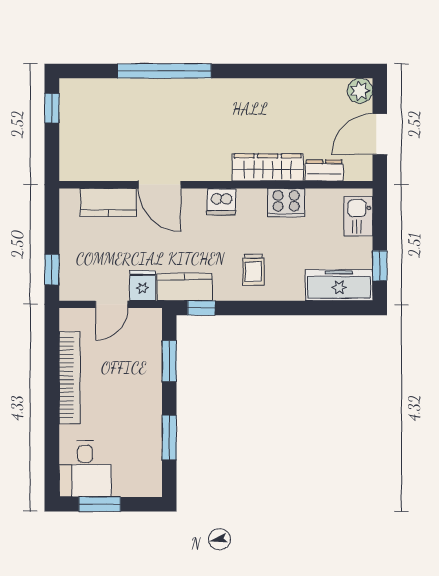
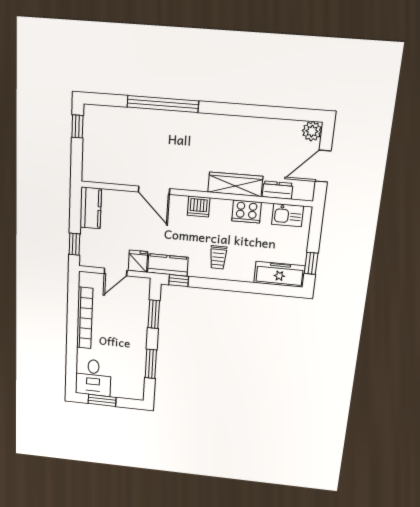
kitchen counter: (108, 202) -> (91, 208), moved, turned -90
kitchen sink: (358, 216) -> (288, 215), moved, turned -90

